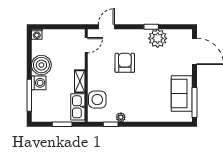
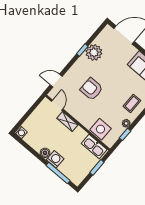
door: (106, 27) -> (56, 81), hinge flipped
boiler: (41, 65) -> (45, 153), width x0.54, depth x0.54
shelving: (80, 81) -> (67, 122), moved
coffee table: (142, 108) -> (132, 103), added

